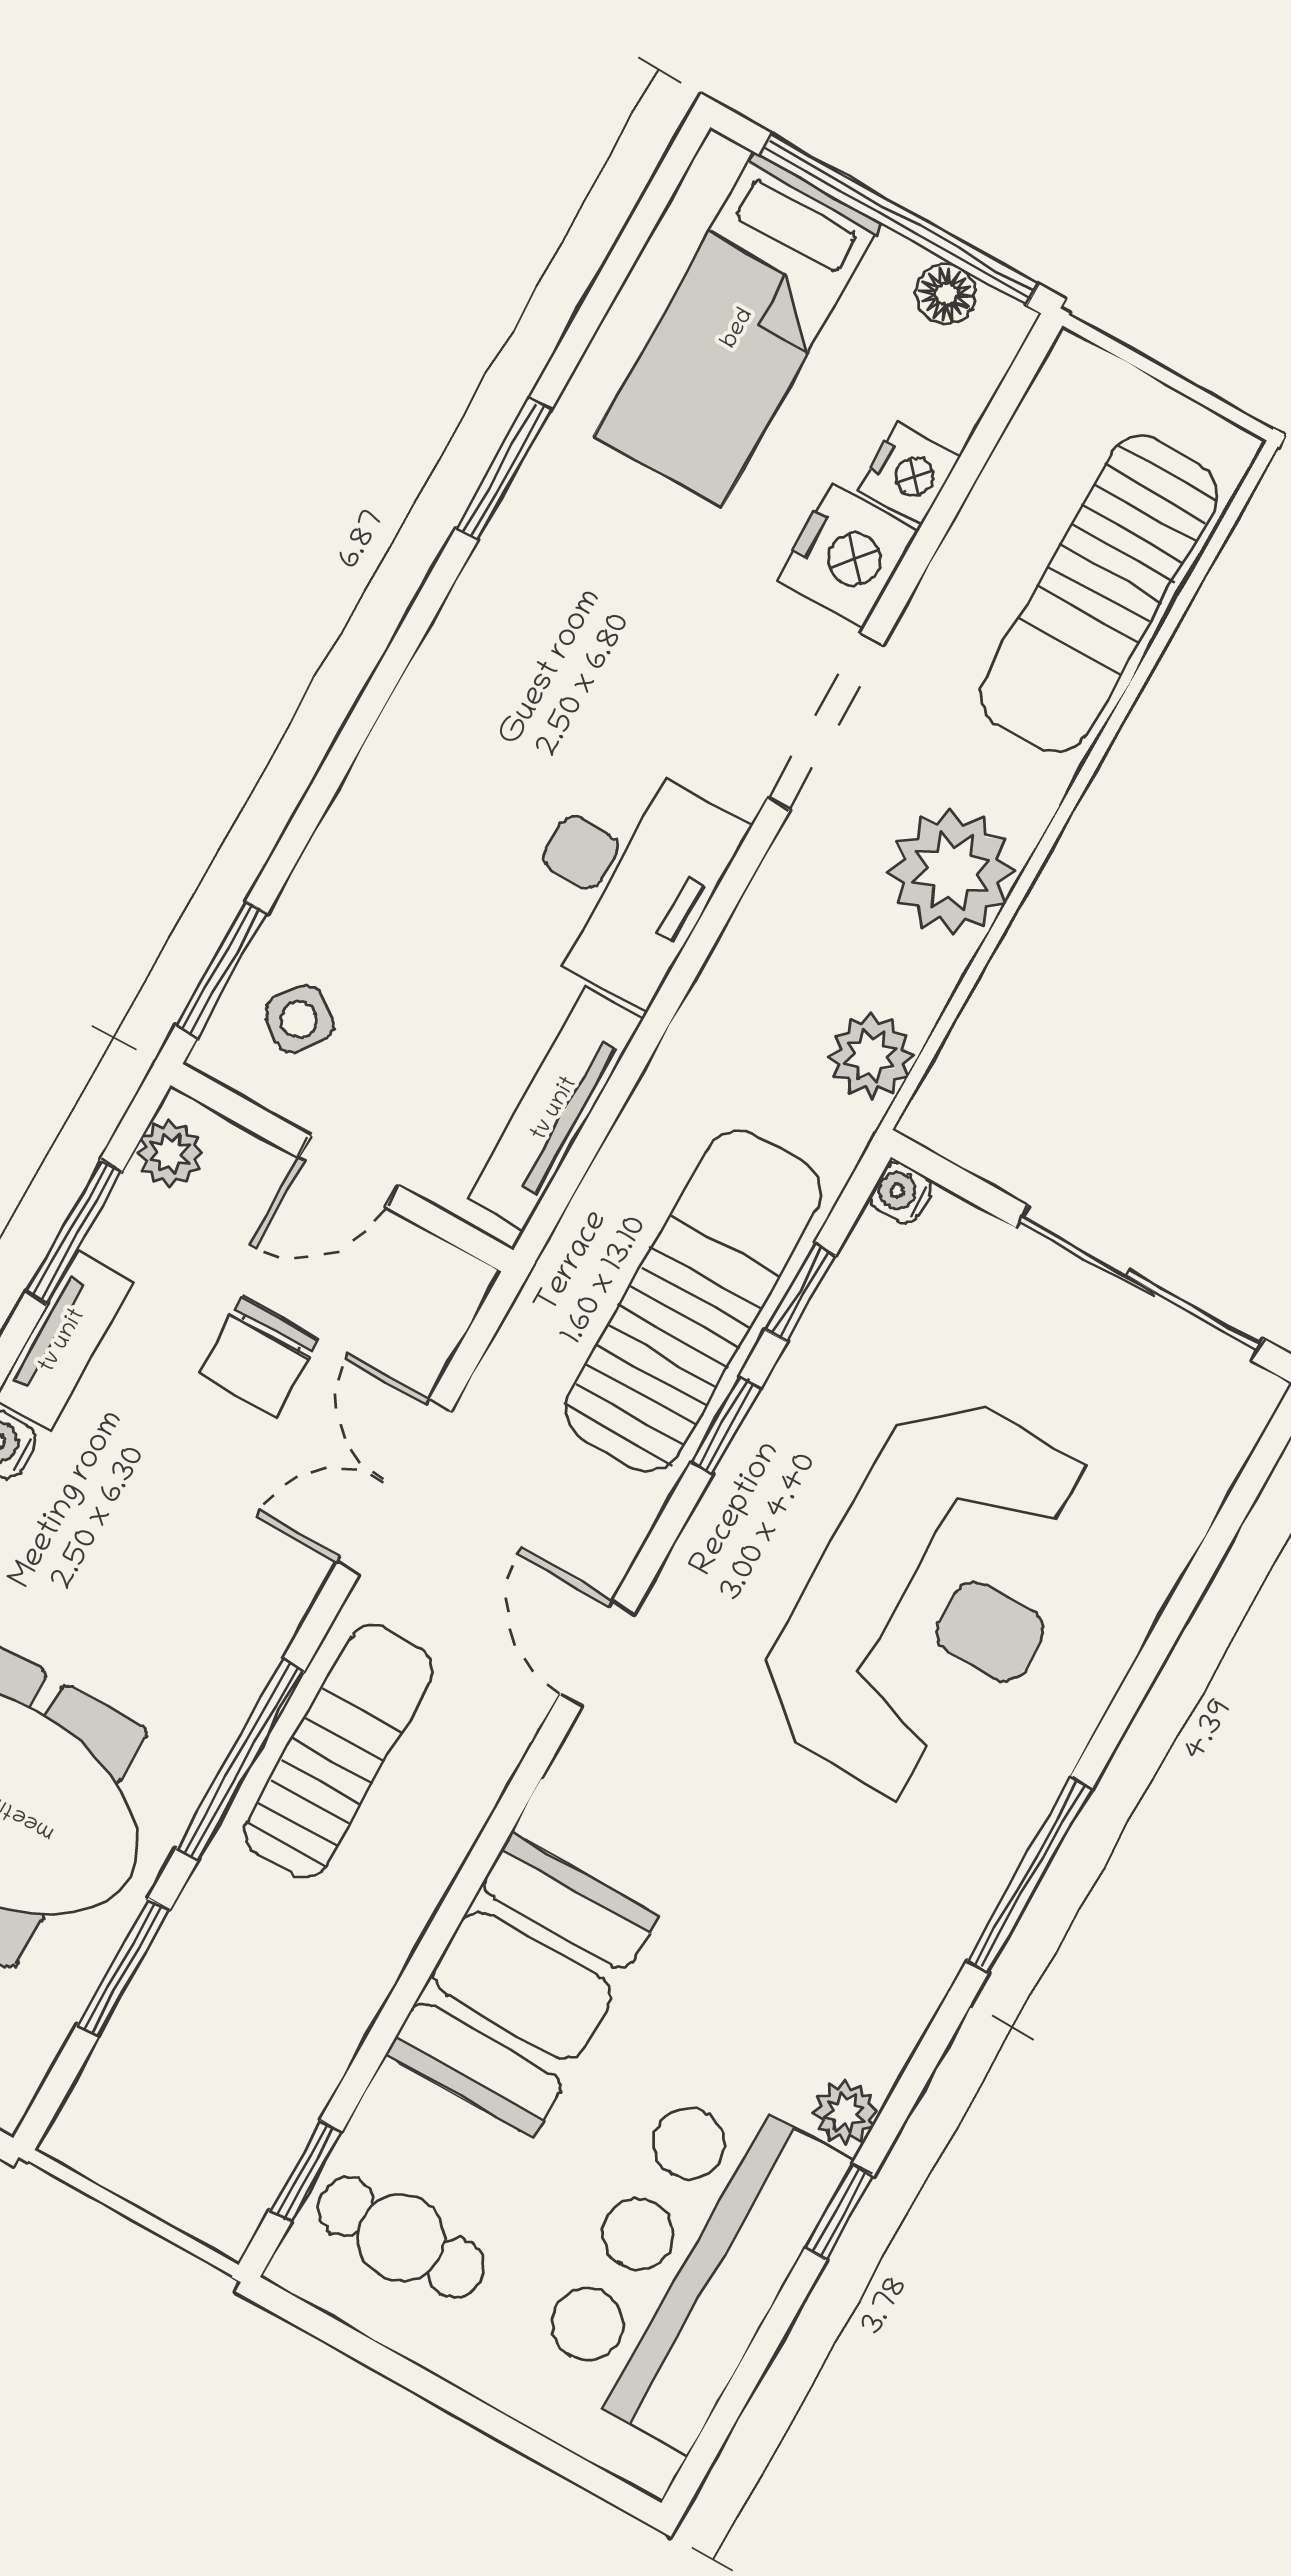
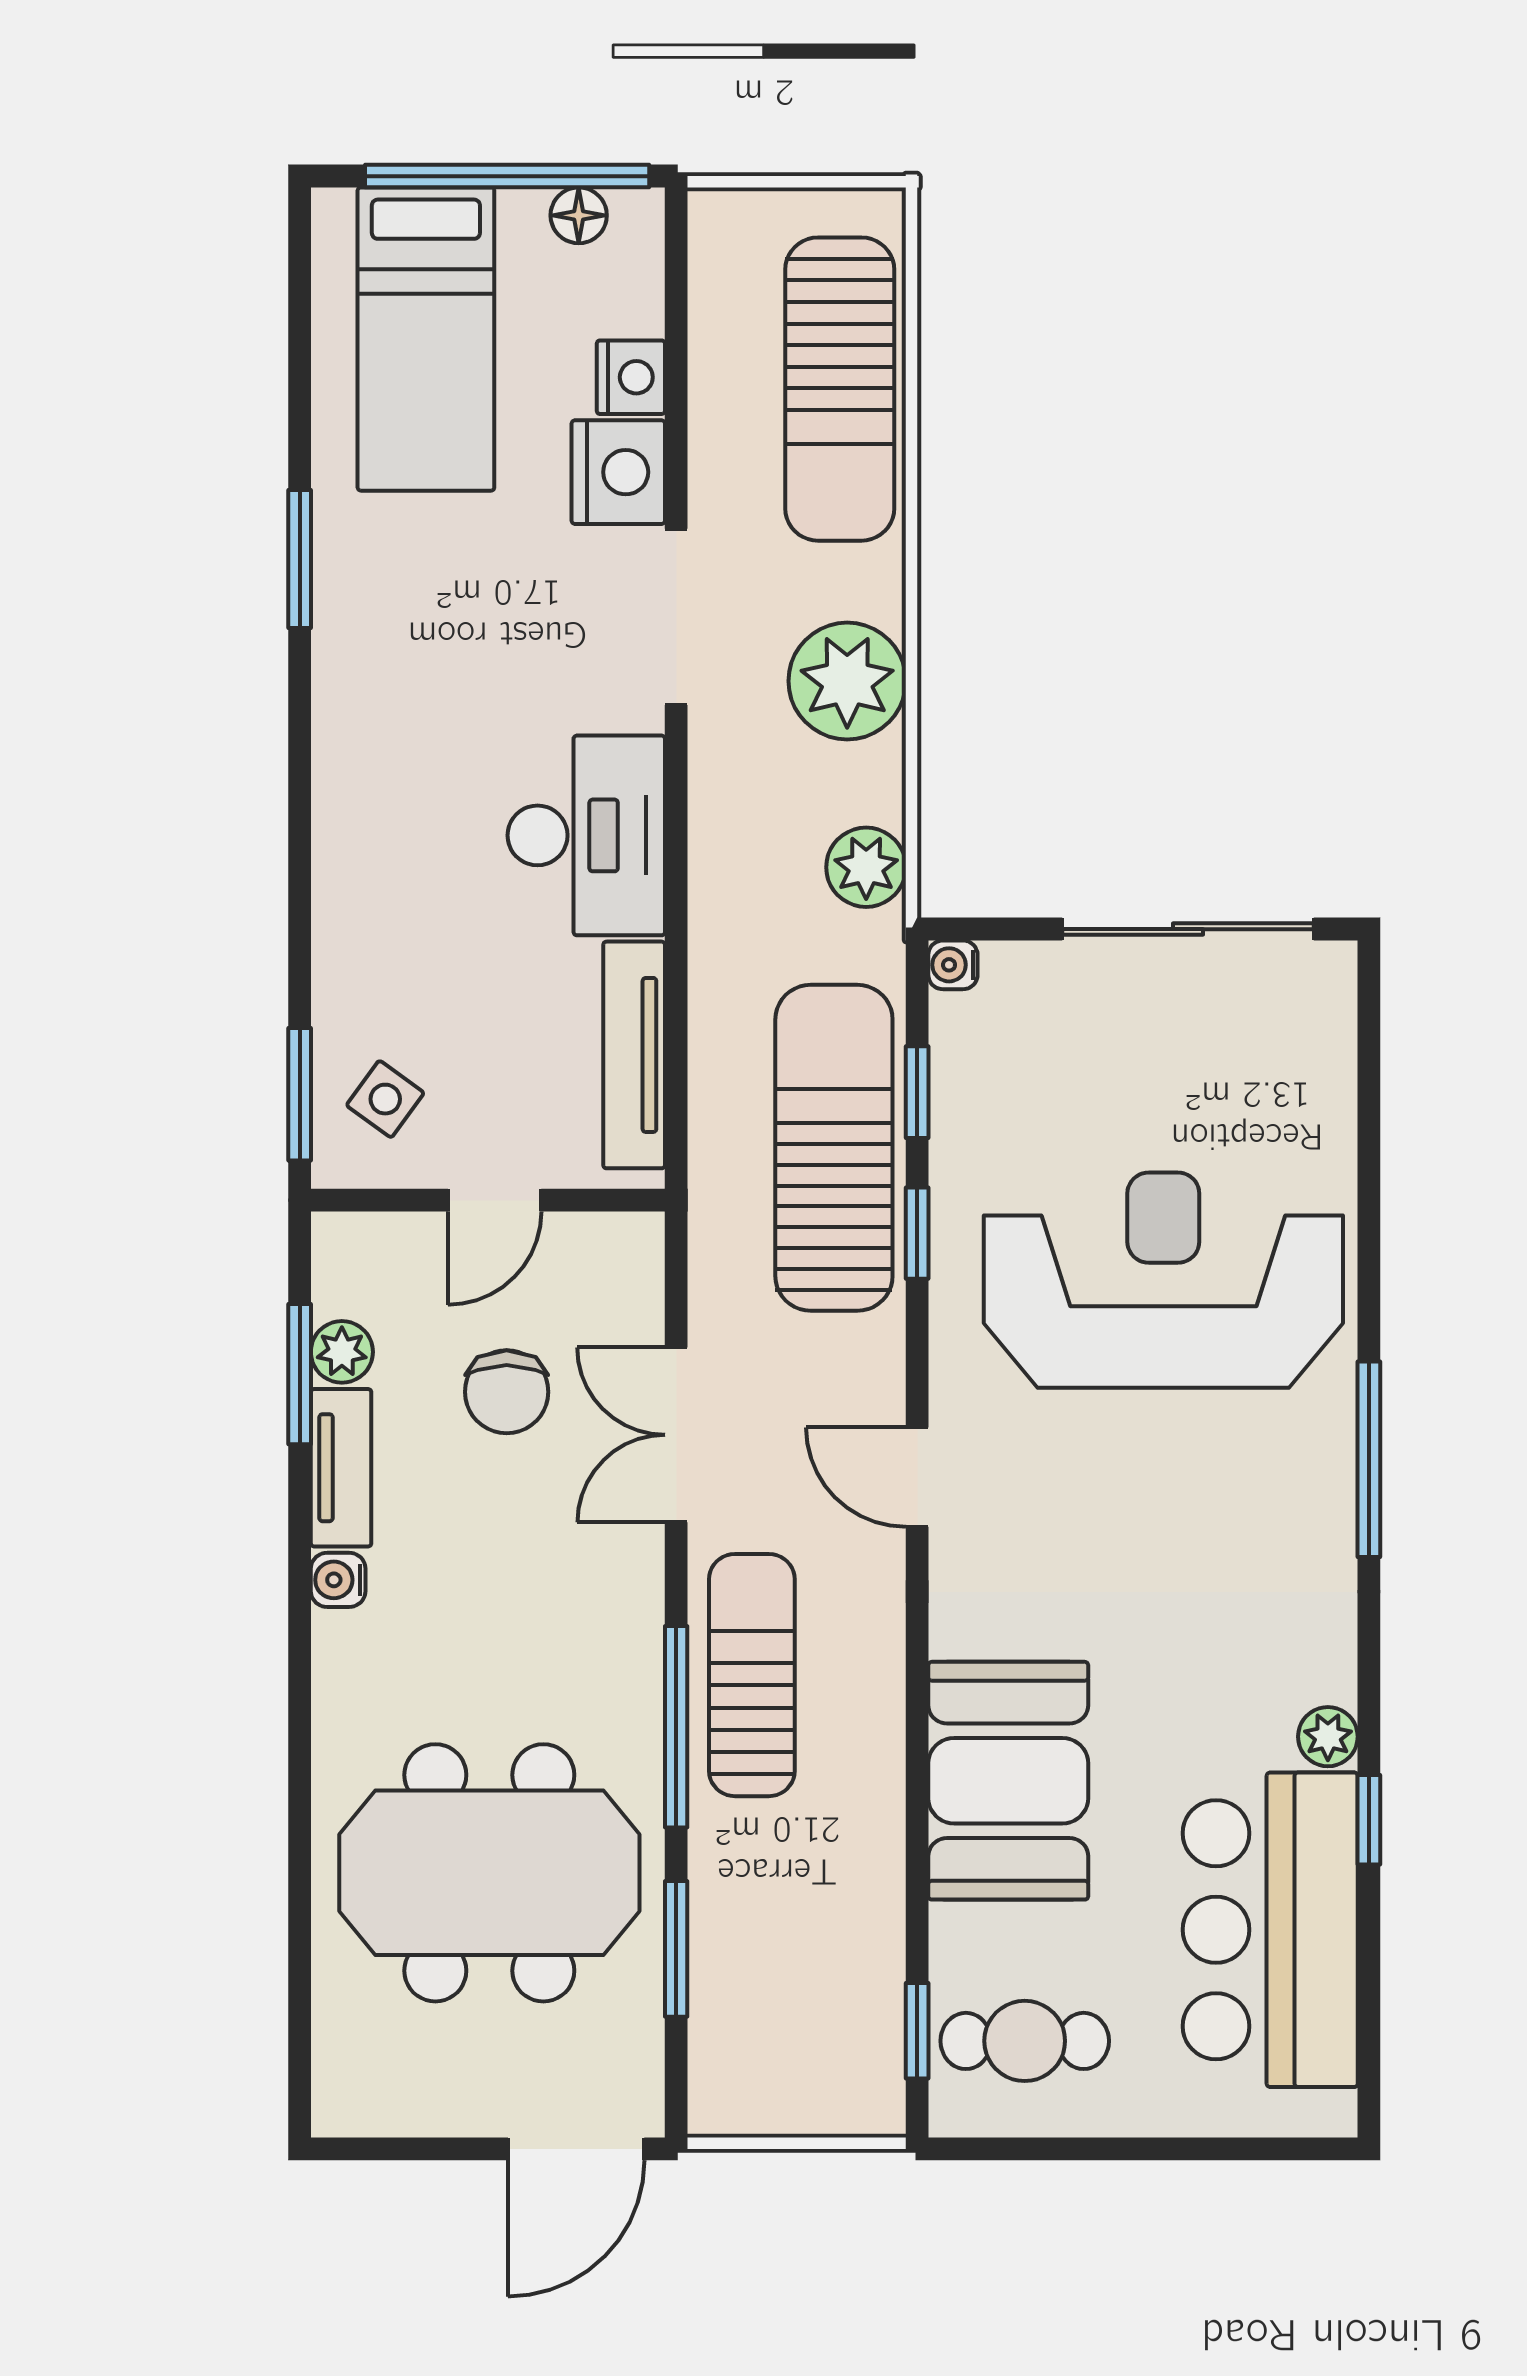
plant: (170, 1153) -> (342, 1352), moved
reception desk: (932, 1599) -> (1163, 1280), turned -90

